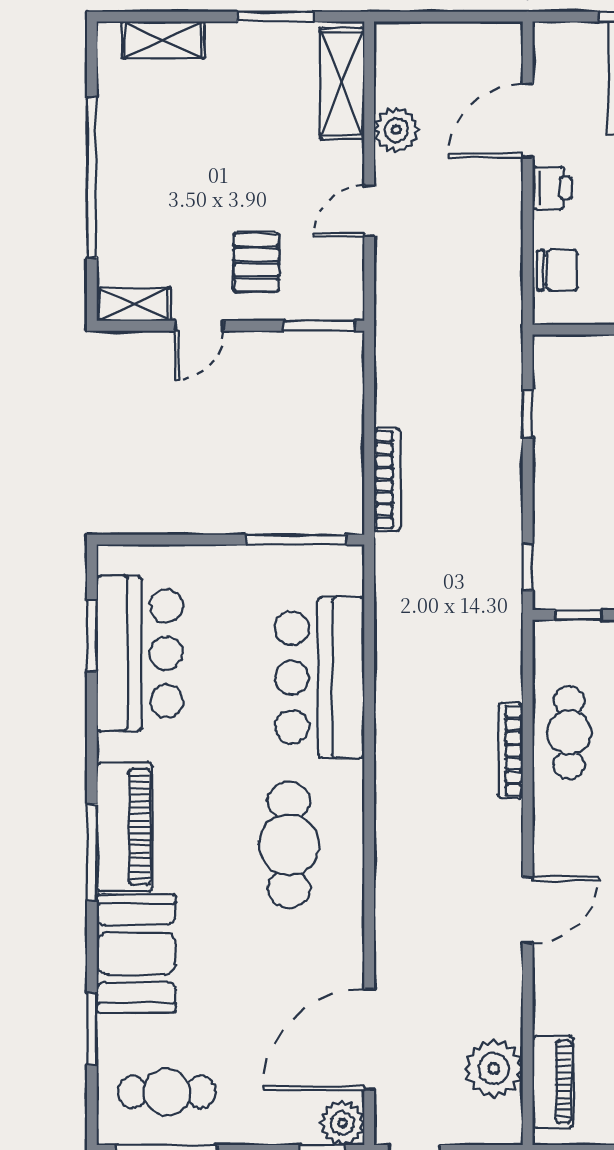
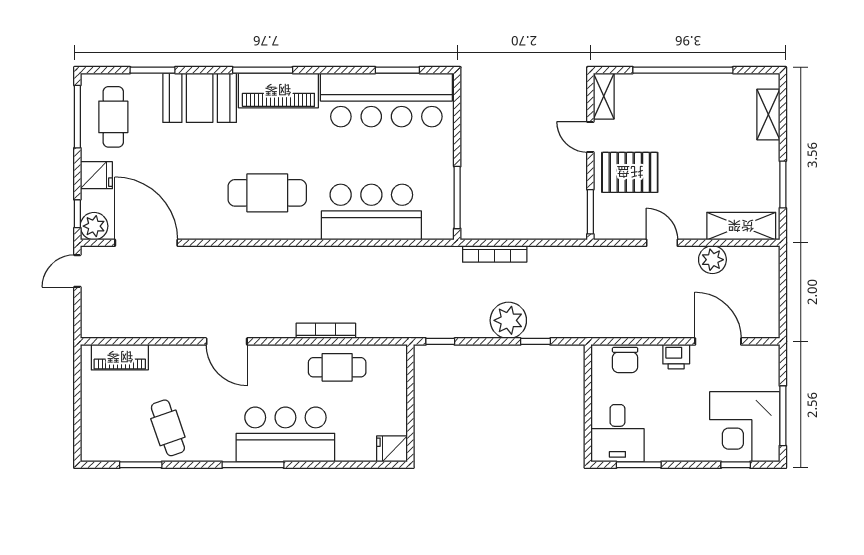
pallet: (256, 262) -> (630, 172), width x1.50, depth x1.42
window: (579, 615) -> (410, 373), removed
bar counter: (140, 653) -> (386, 100), width x1.36
plant: (494, 1069) -> (508, 320), moved
fridge: (261, 1119) -> (96, 175), added

